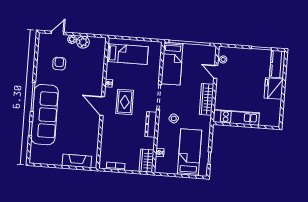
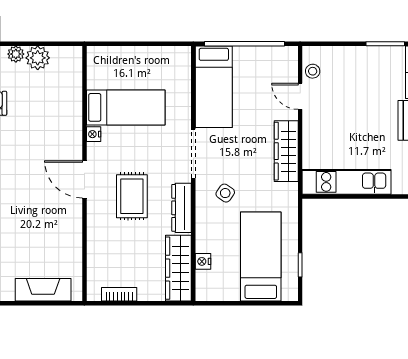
bed: (127, 54) -> (126, 107), moved
rug: (125, 102) -> (132, 196), moved
wardrobe: (147, 161) -> (178, 268), width x1.50

